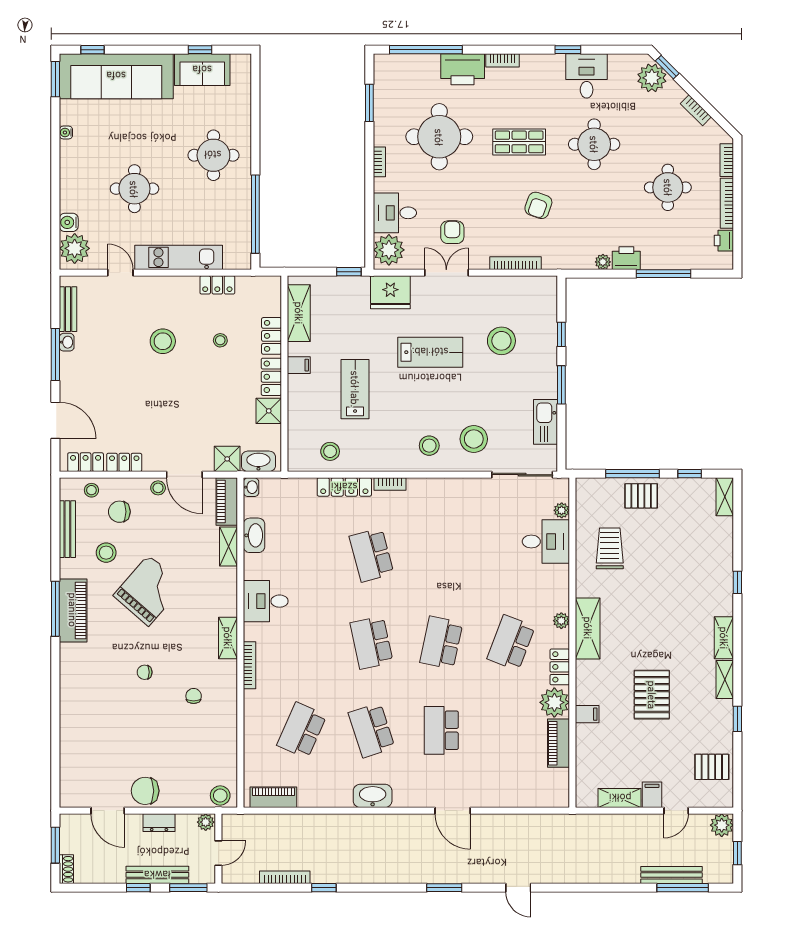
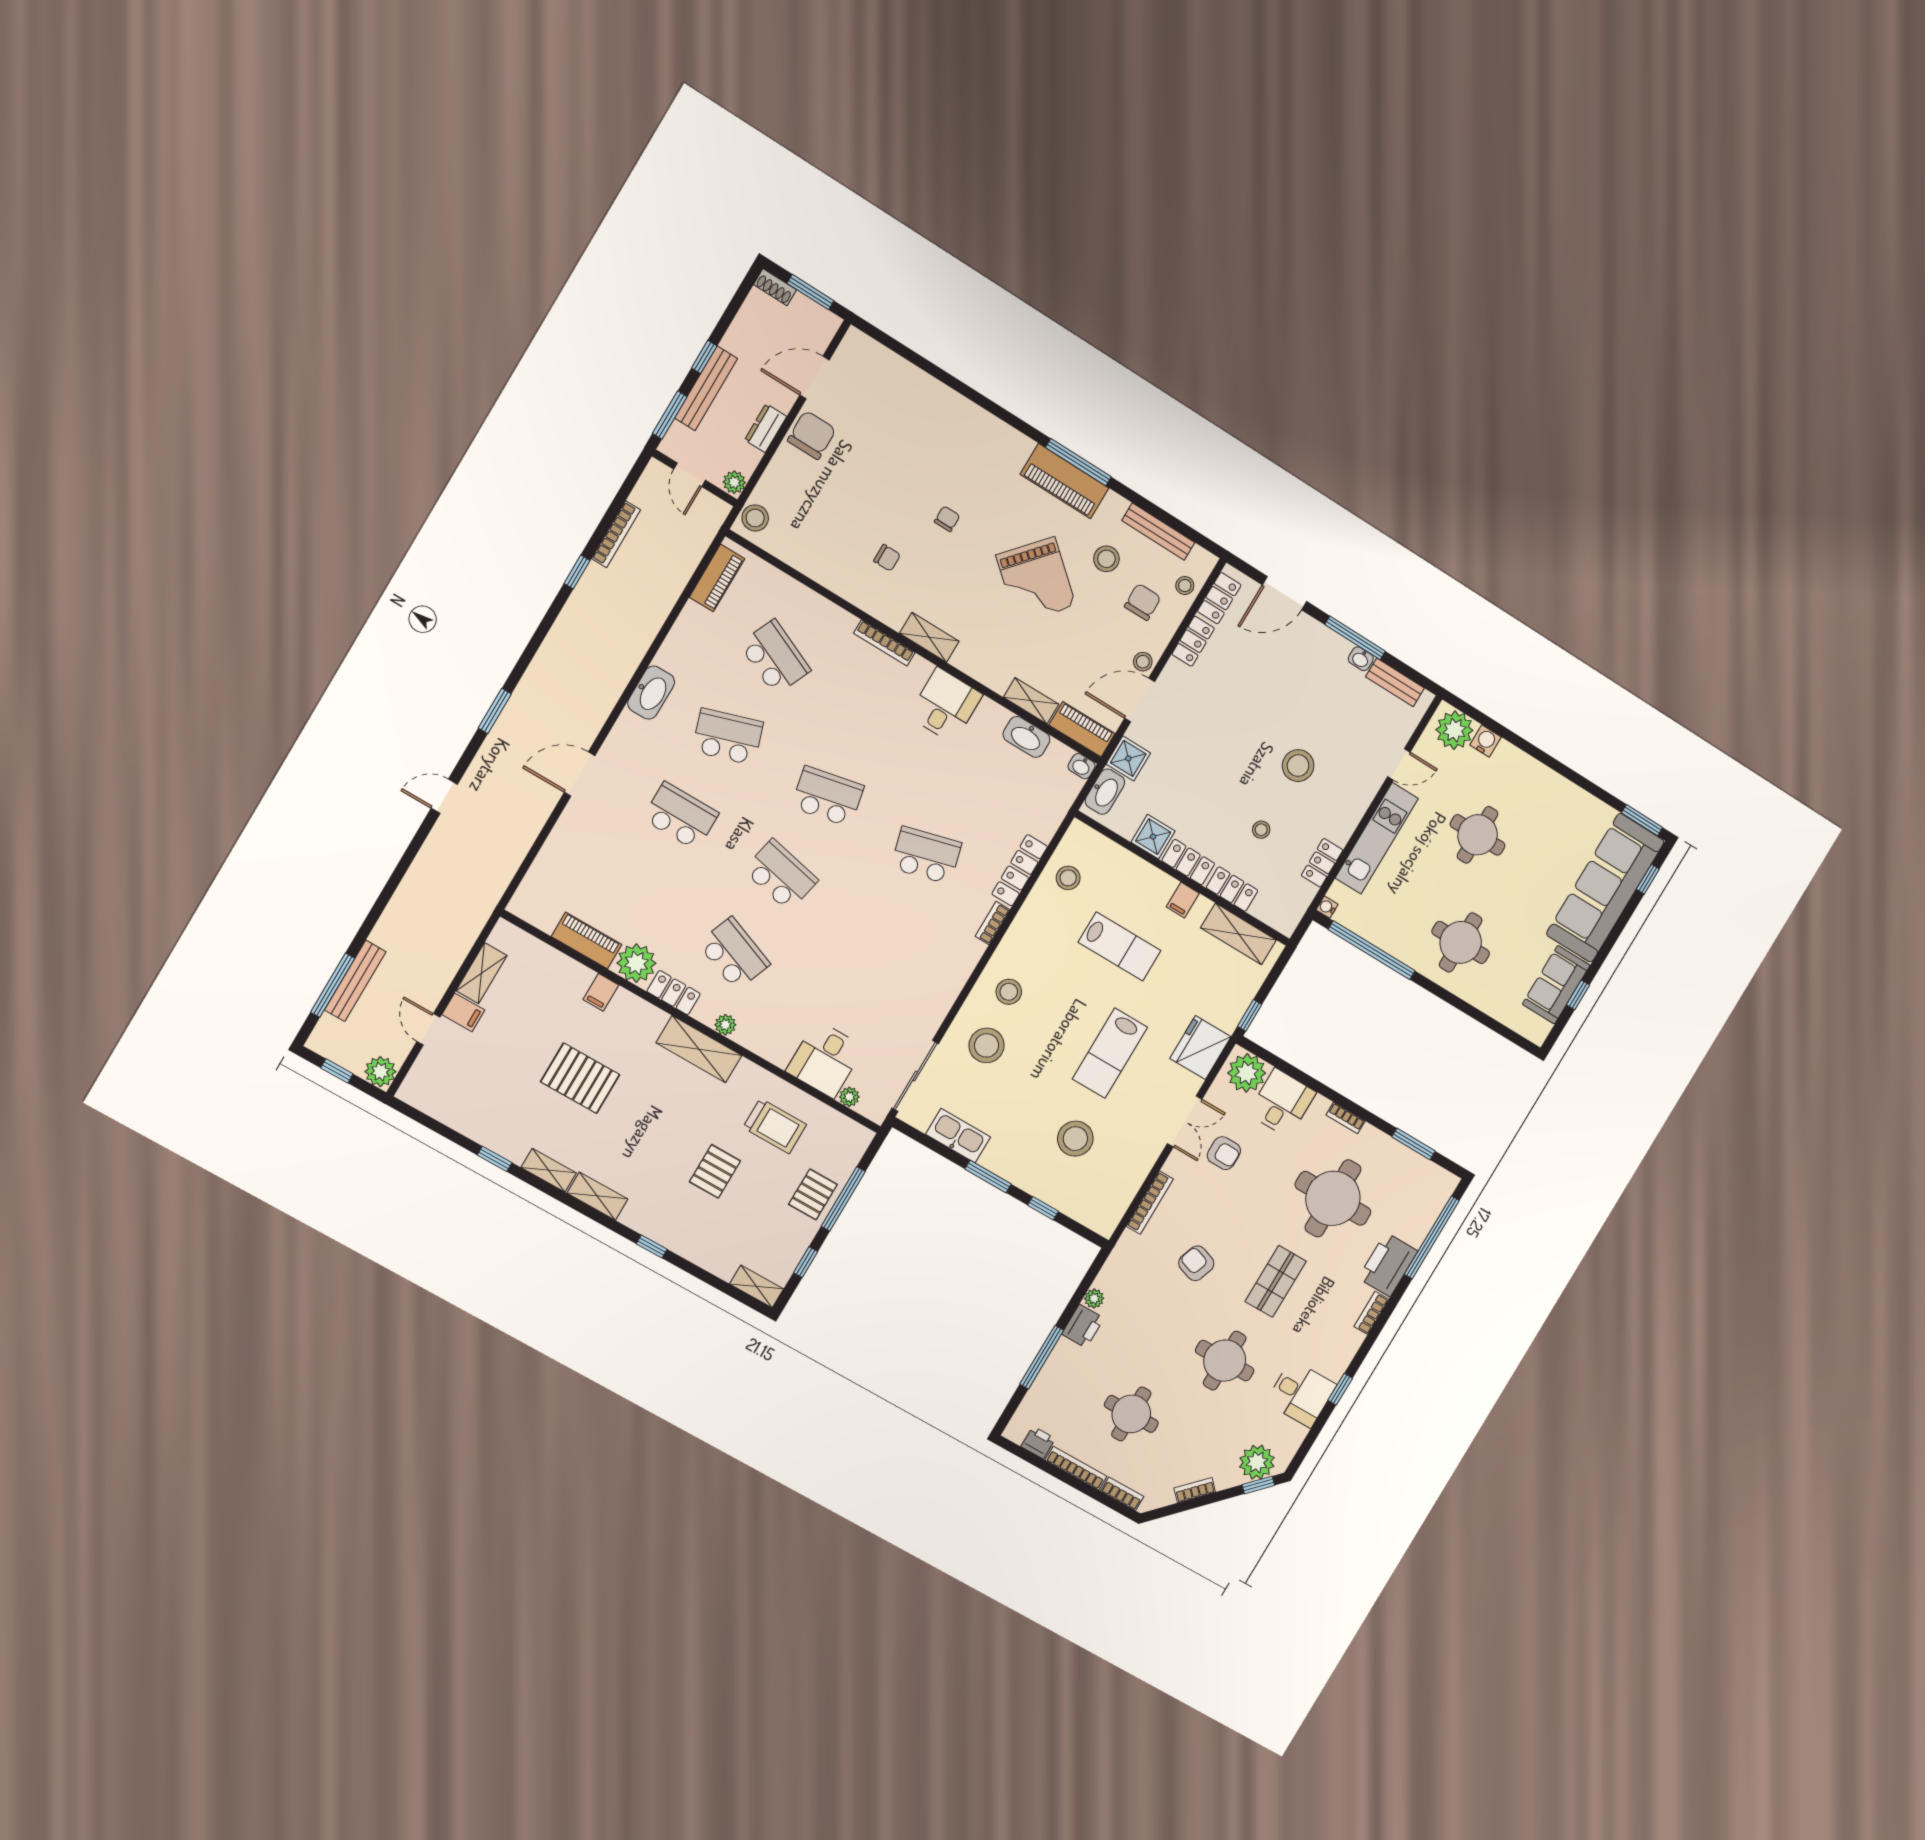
water cooler: (66, 132) -> (1327, 907), moved, turned -90
pallet: (712, 767) -> (715, 1171), moved

